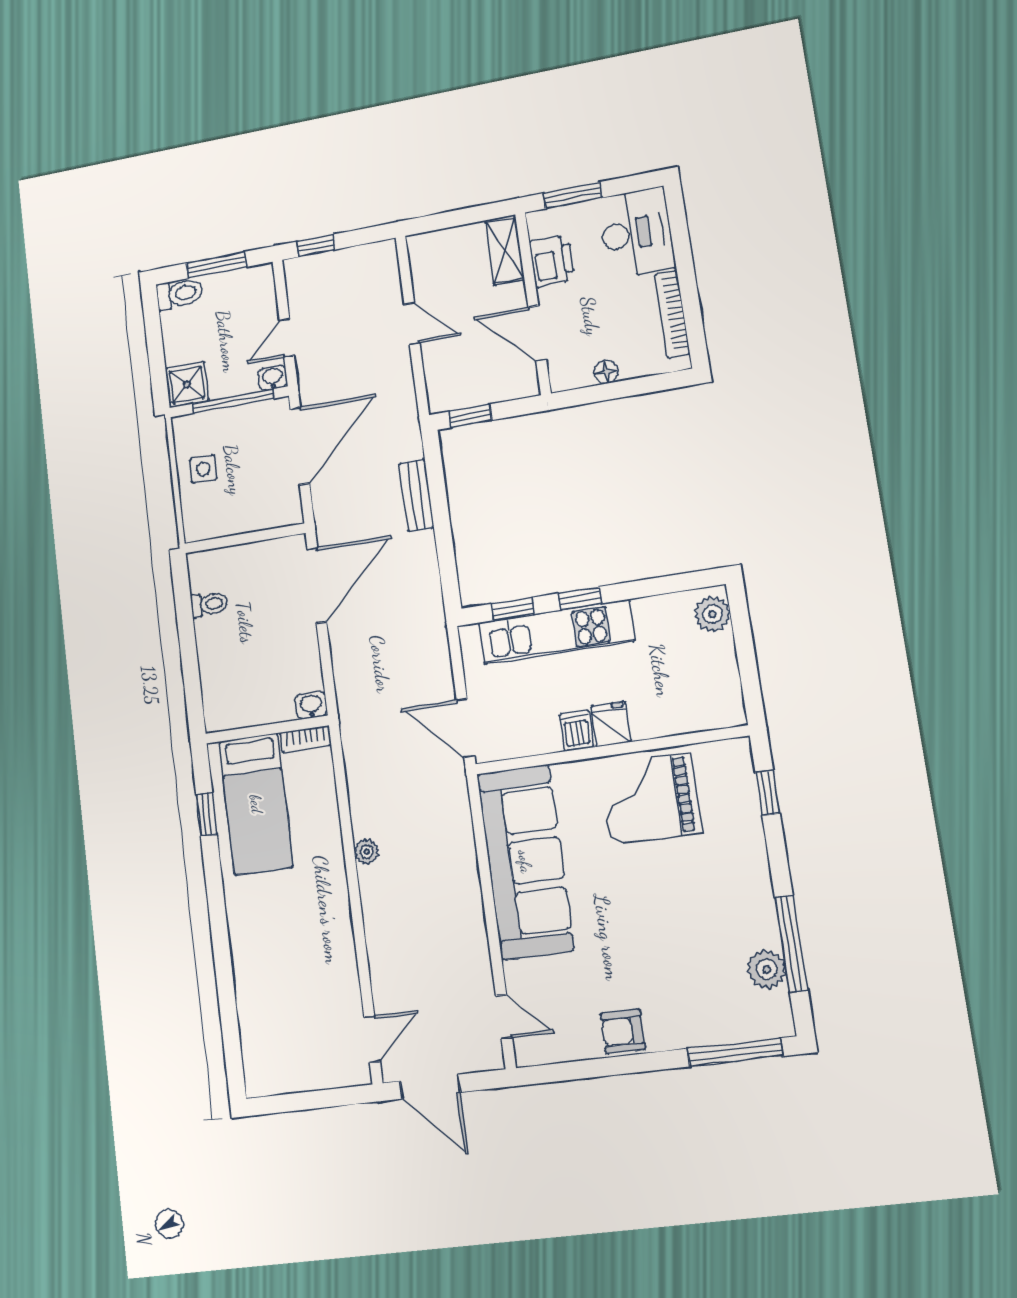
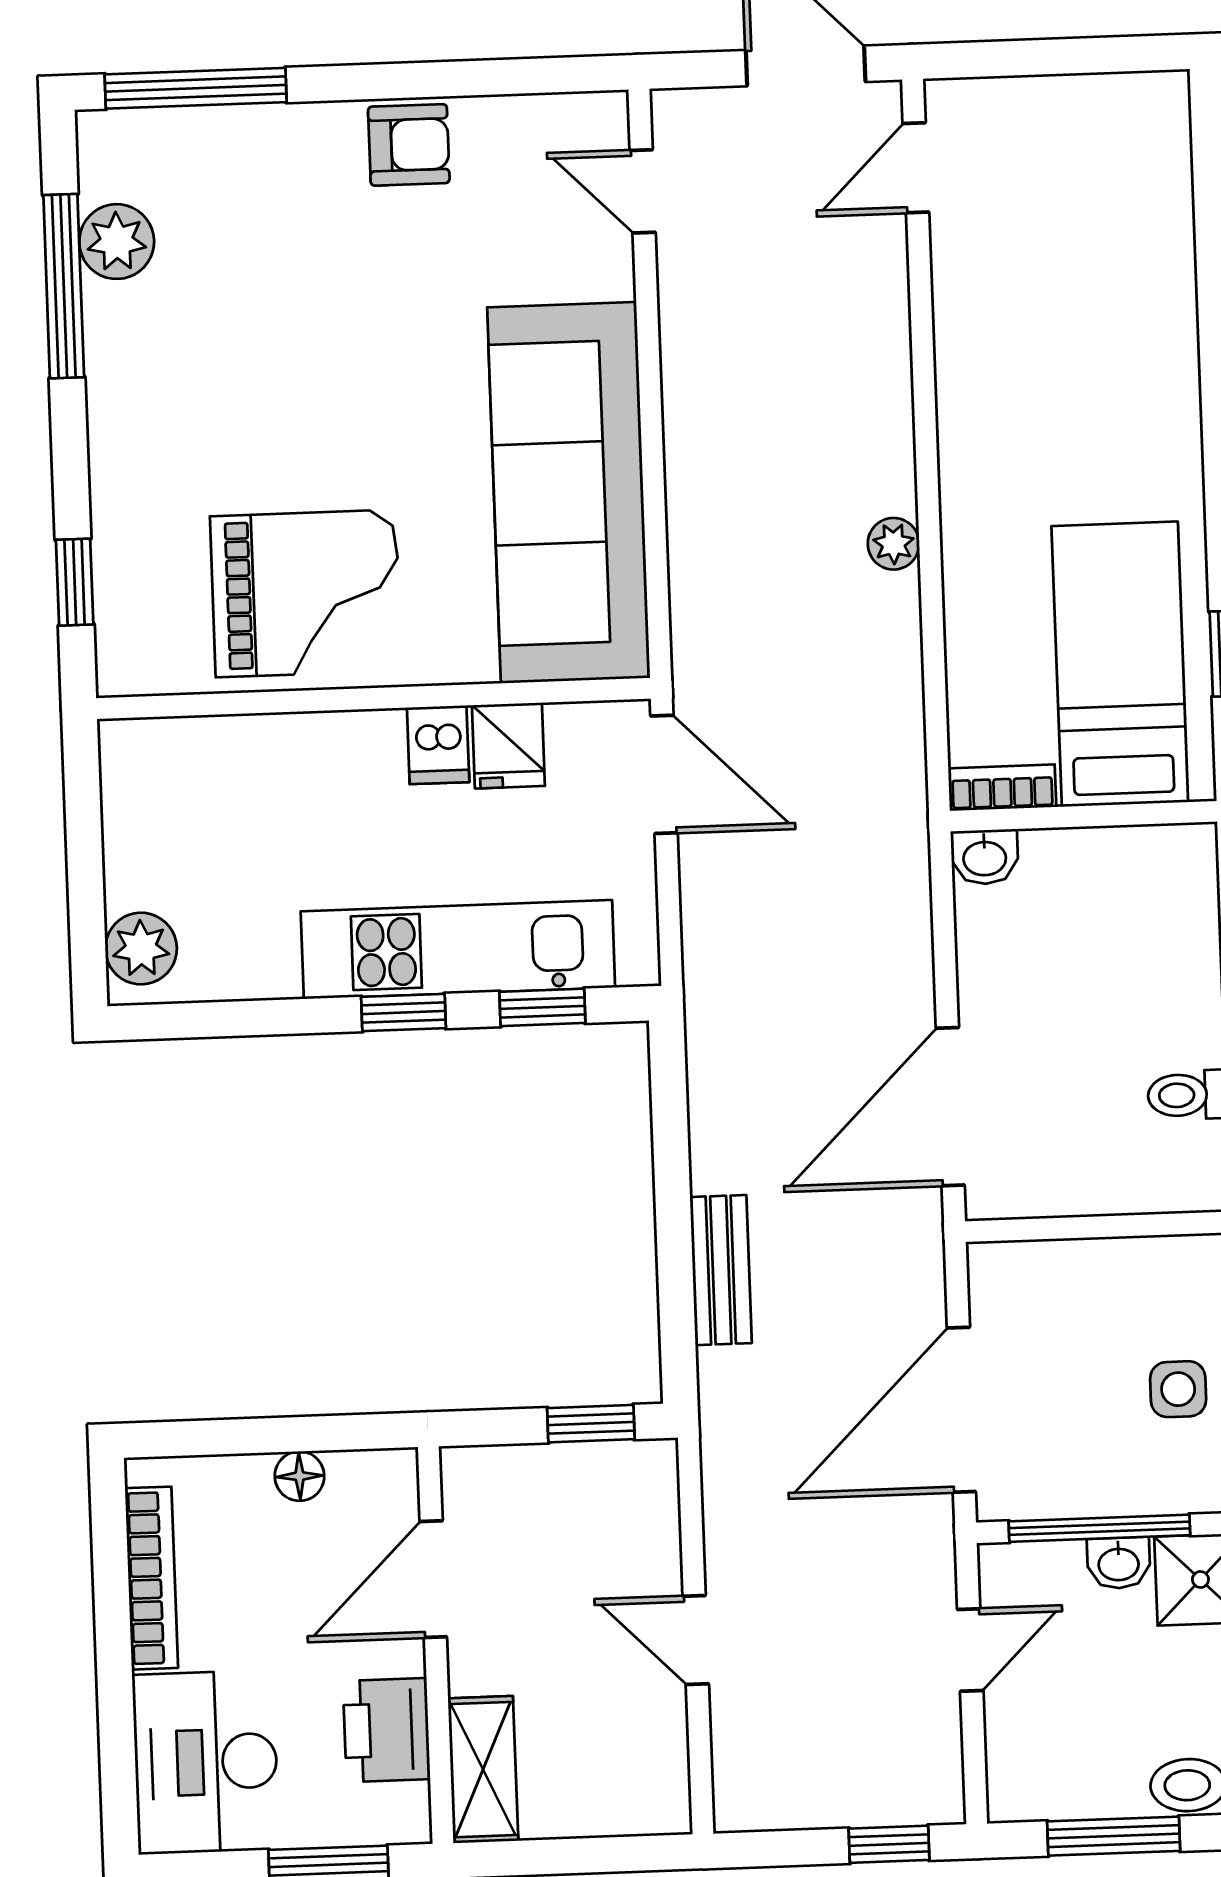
door: (537, 333) -> (433, 1579), swing flipped
washbasin: (273, 378) -> (1119, 1563), moved
fridge: (611, 724) -> (508, 746), moved

